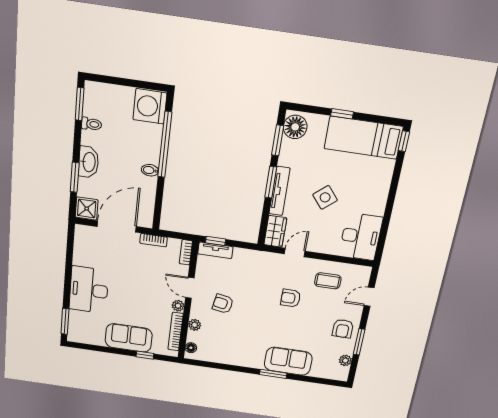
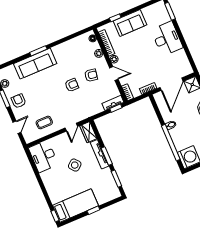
floor lamp: (295, 127) -> (112, 190), removed
armchair: (291, 298) -> (72, 85), moved
sofa: (288, 361) -> (35, 64), width x1.36

